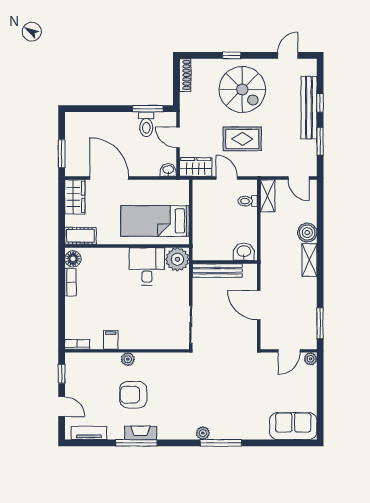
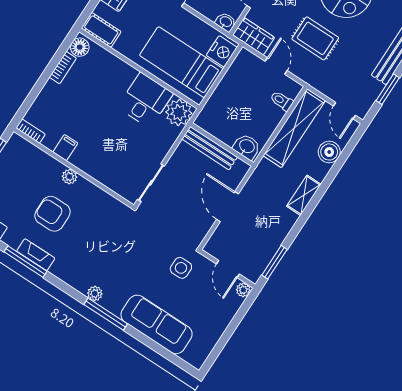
nightstand: (180, 194) -> (222, 51), added
shelving: (268, 196) -> (294, 128), width x2.20, depth x1.33
boiler: (307, 233) -> (329, 152), moved
door: (289, 351) -> (228, 269), hinge flipped
side table: (254, 373) -> (181, 268), added
sofa: (293, 426) -> (157, 324), moved, width x1.36

